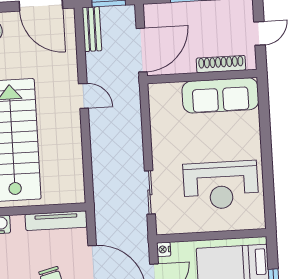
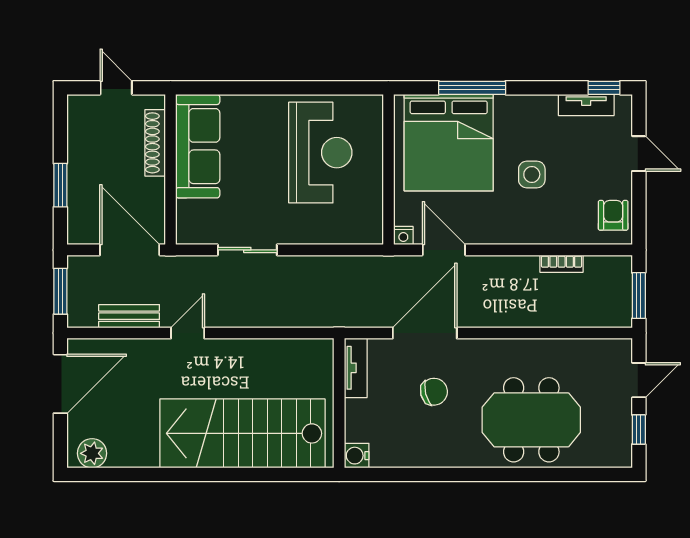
bench: (92, 29) -> (129, 316), moved
sliding door: (150, 192) -> (247, 250), moved
tv unit: (56, 221) -> (356, 368), width x0.71

